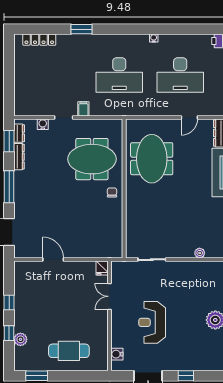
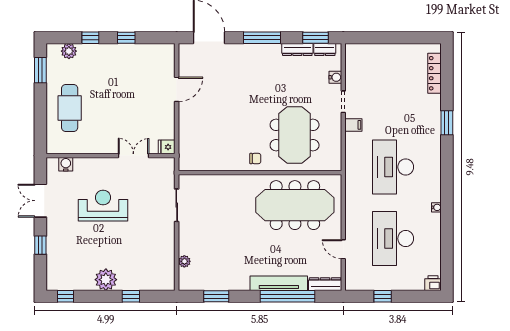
meeting table: (152, 159) -> (295, 205), width x1.36
plant: (20, 339) -> (69, 51), moved

